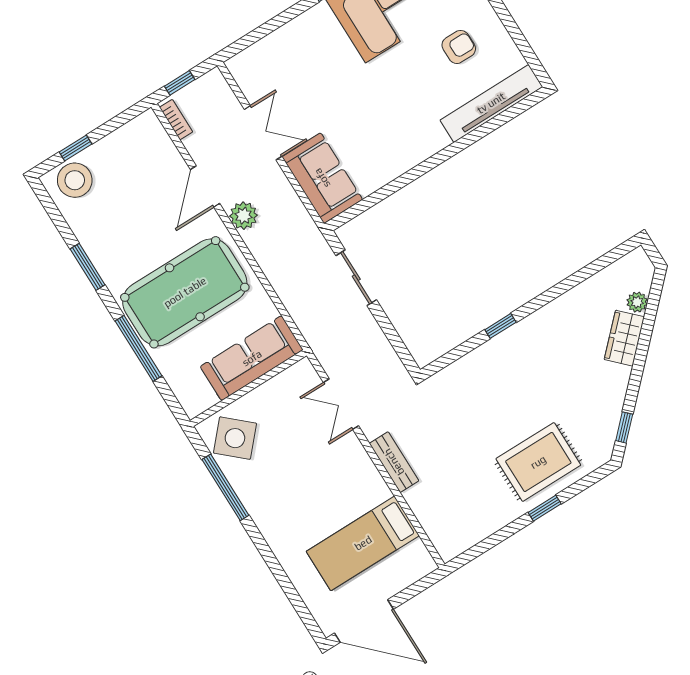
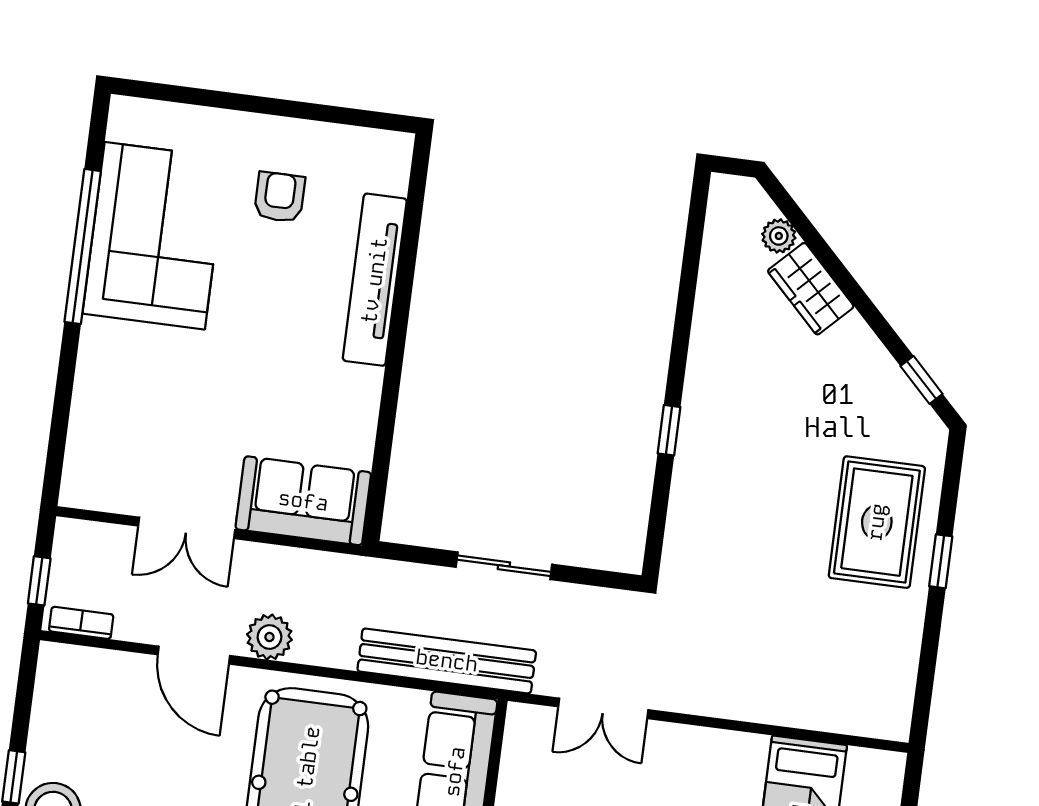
tv unit: (491, 103) -> (375, 280), moved
double door: (263, 133) -> (187, 528), swing flipped
sliding door: (356, 278) -> (504, 566), moved
bench: (394, 462) -> (447, 661), moved, width x1.86, depth x1.21

